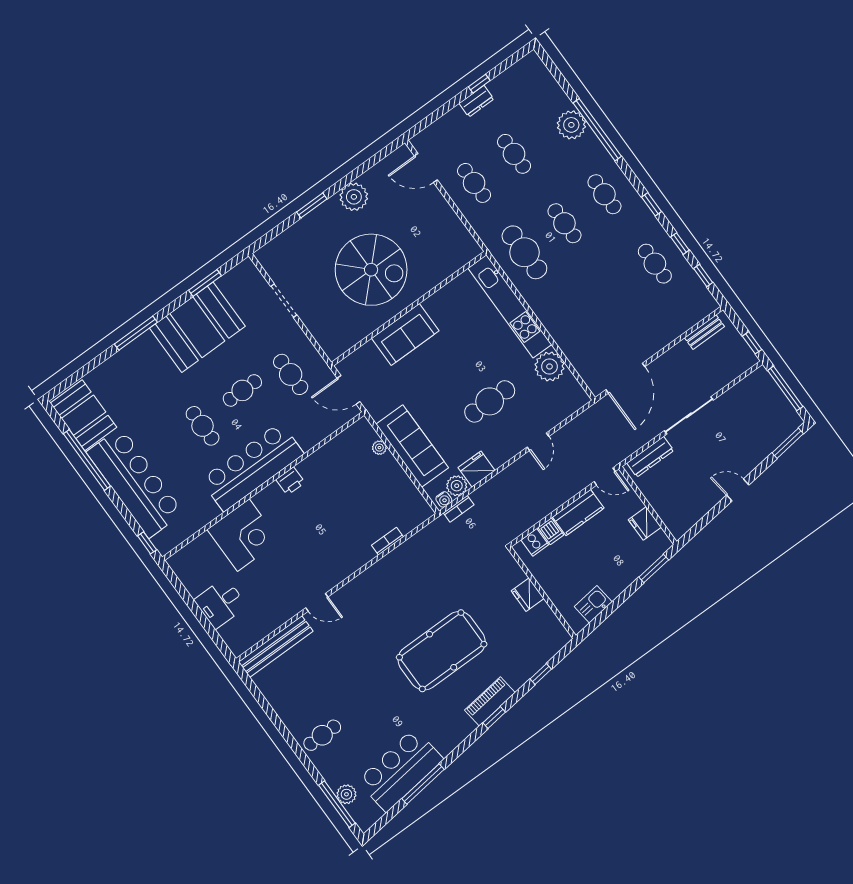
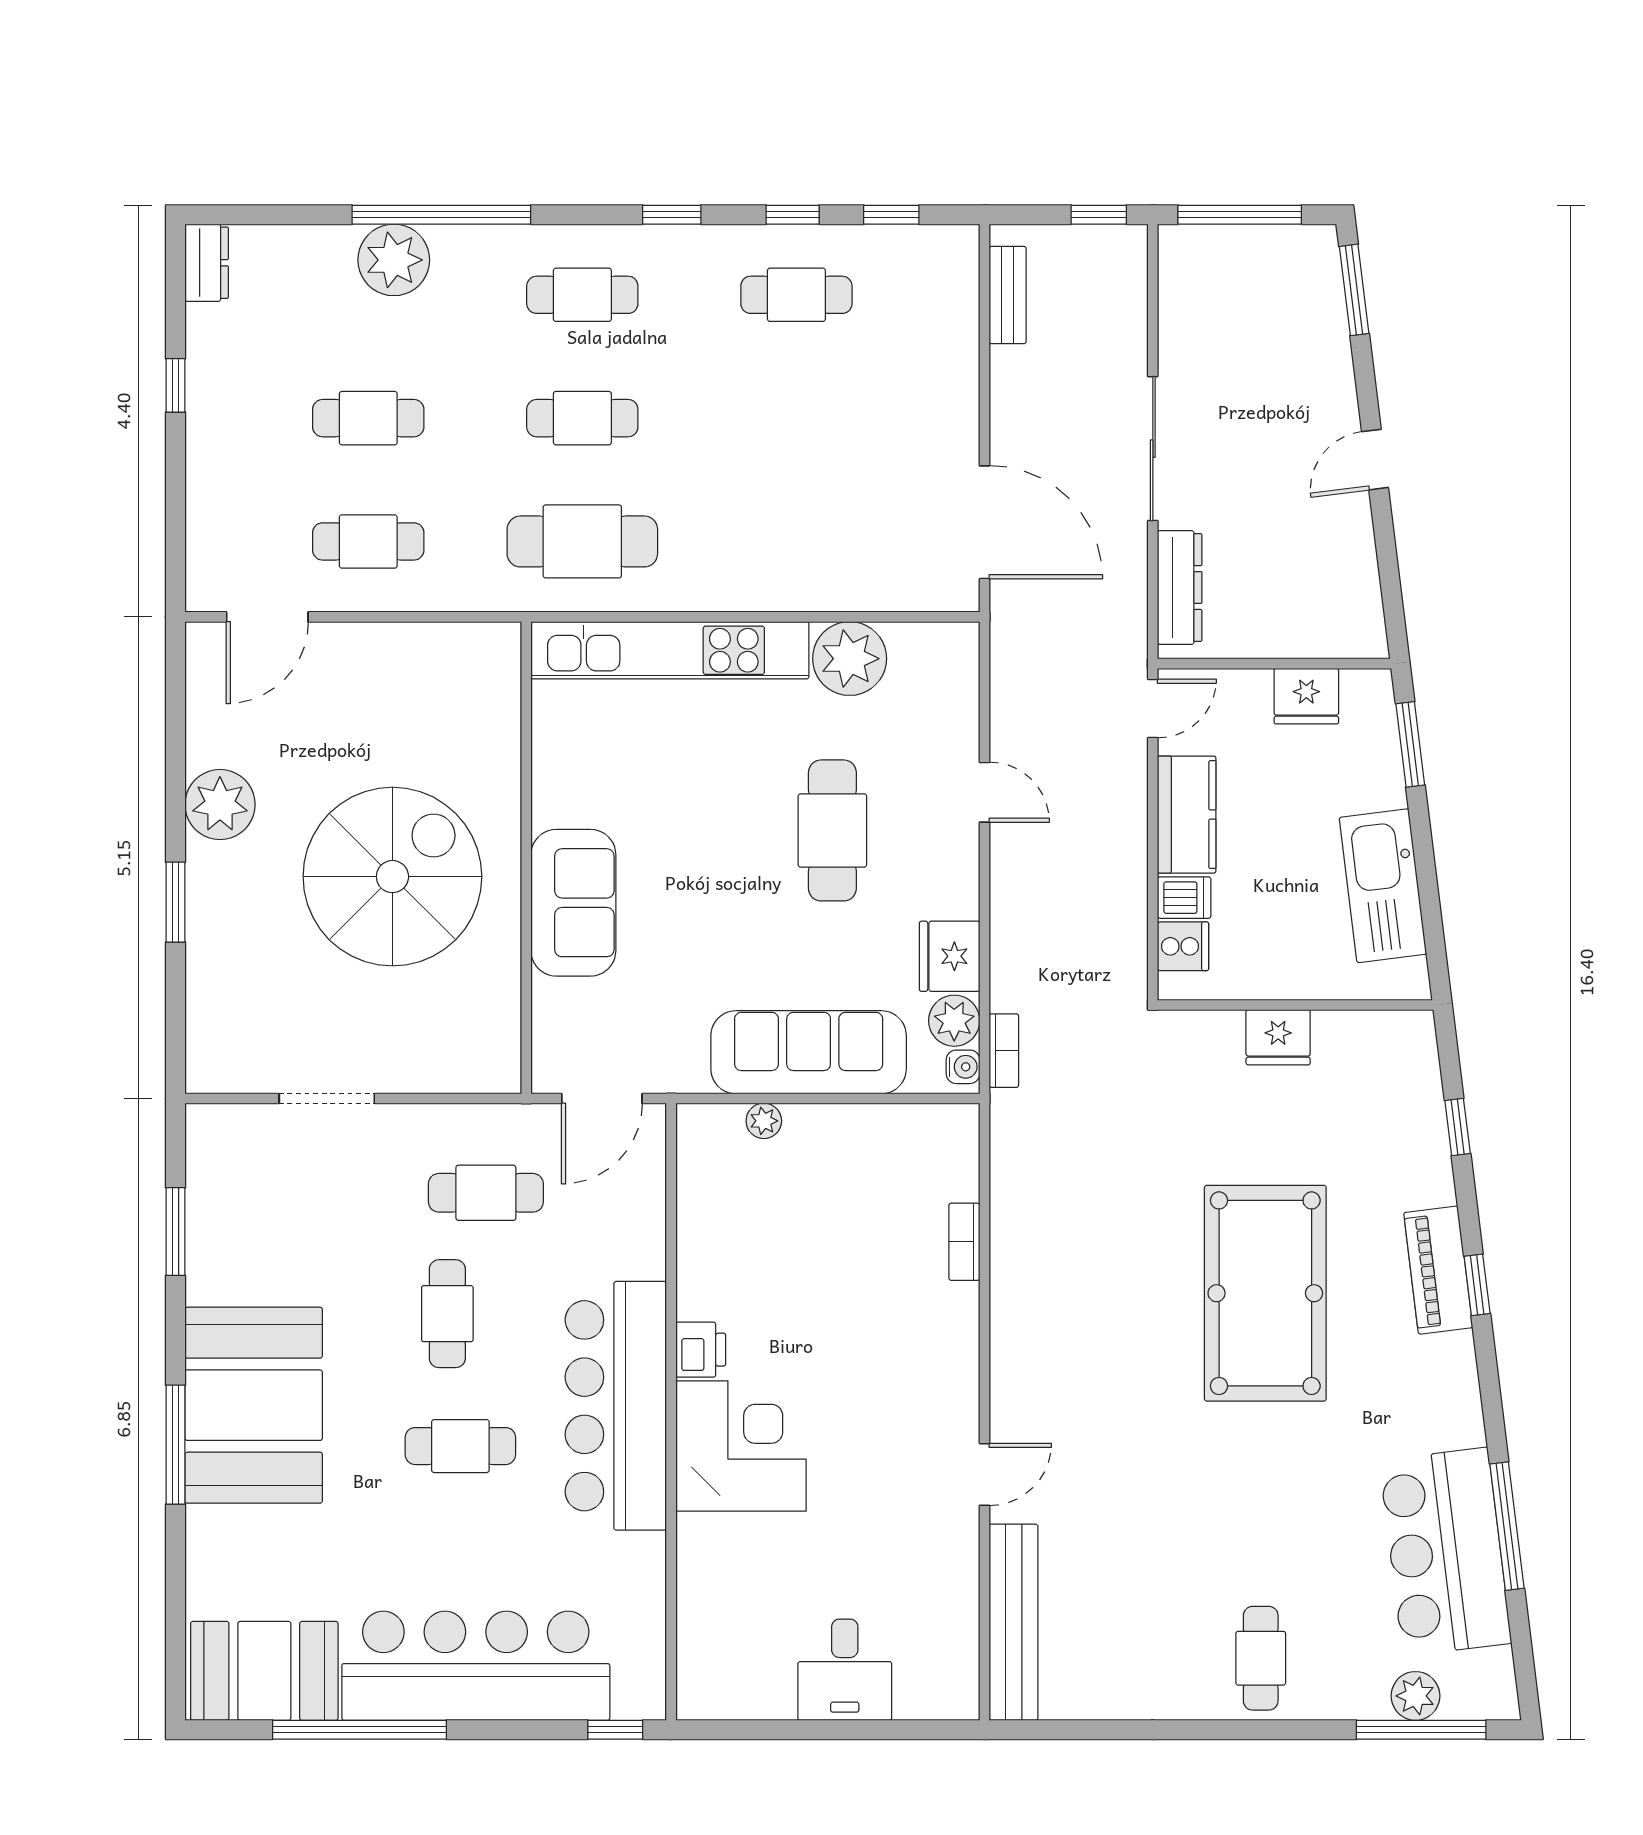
dresser: (476, 101) -> (207, 263), moved
booth: (197, 327) -> (254, 1405), moved
corner desk: (243, 535) -> (741, 1446), moved
kitchen sink: (593, 604) -> (1383, 886), width x1.87, depth x1.24

